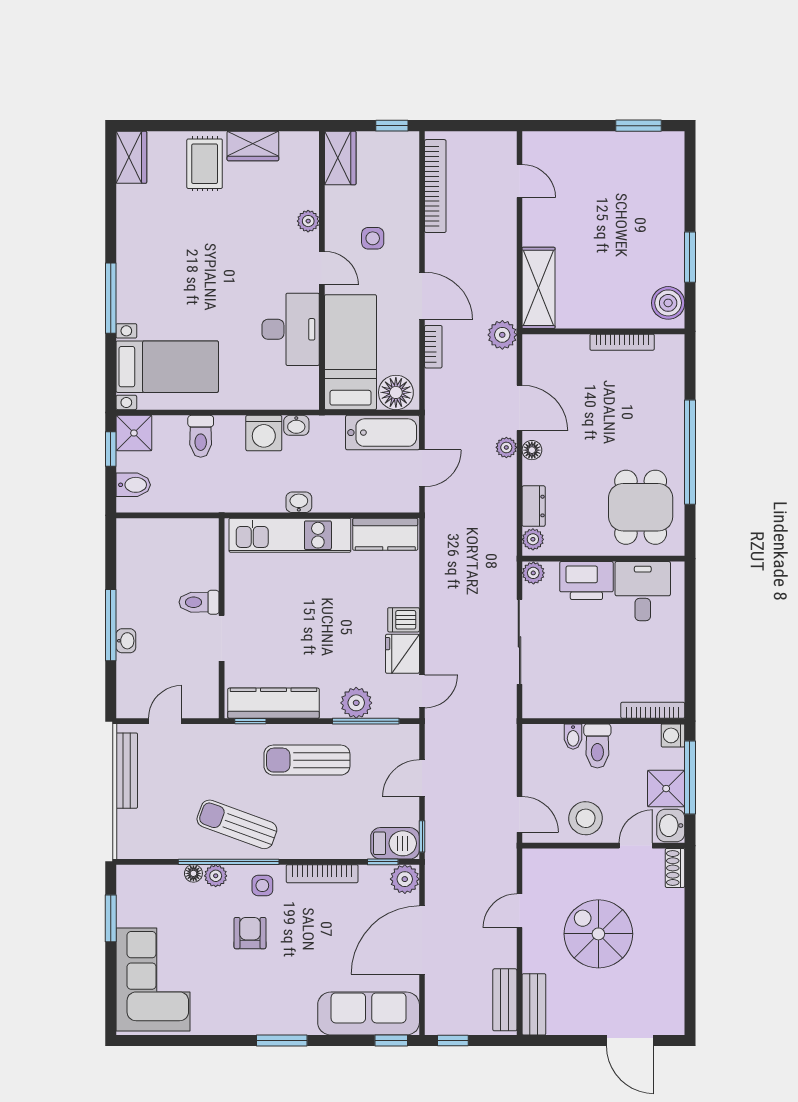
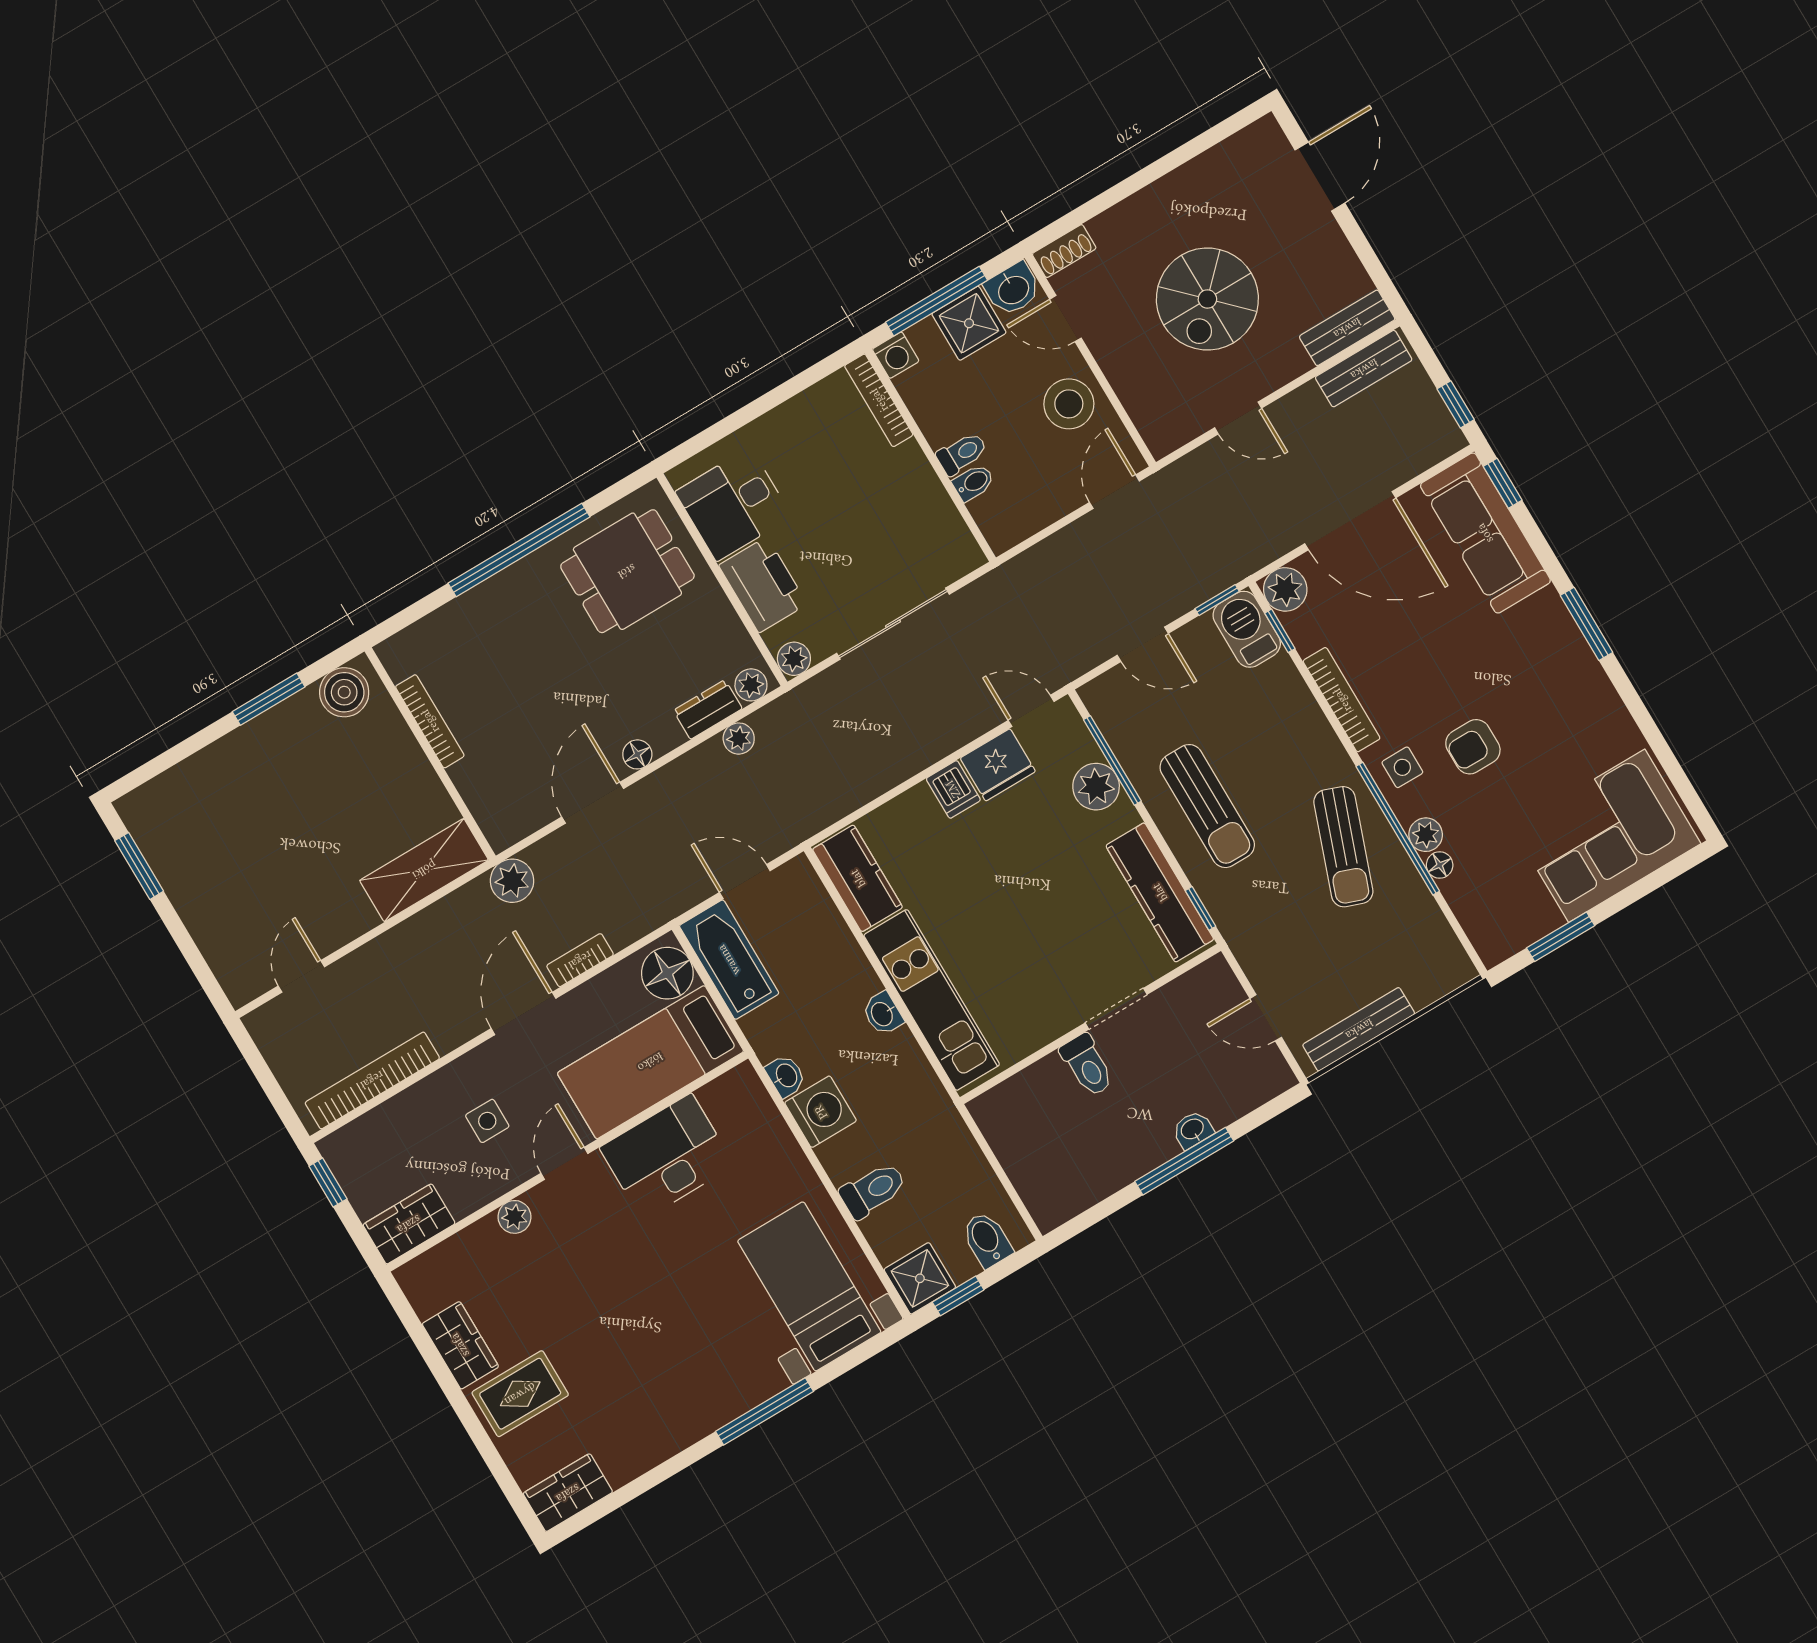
plant: (506, 447) -> (739, 739), moved
toilet: (597, 746) -> (962, 453), width x0.73, depth x0.72

